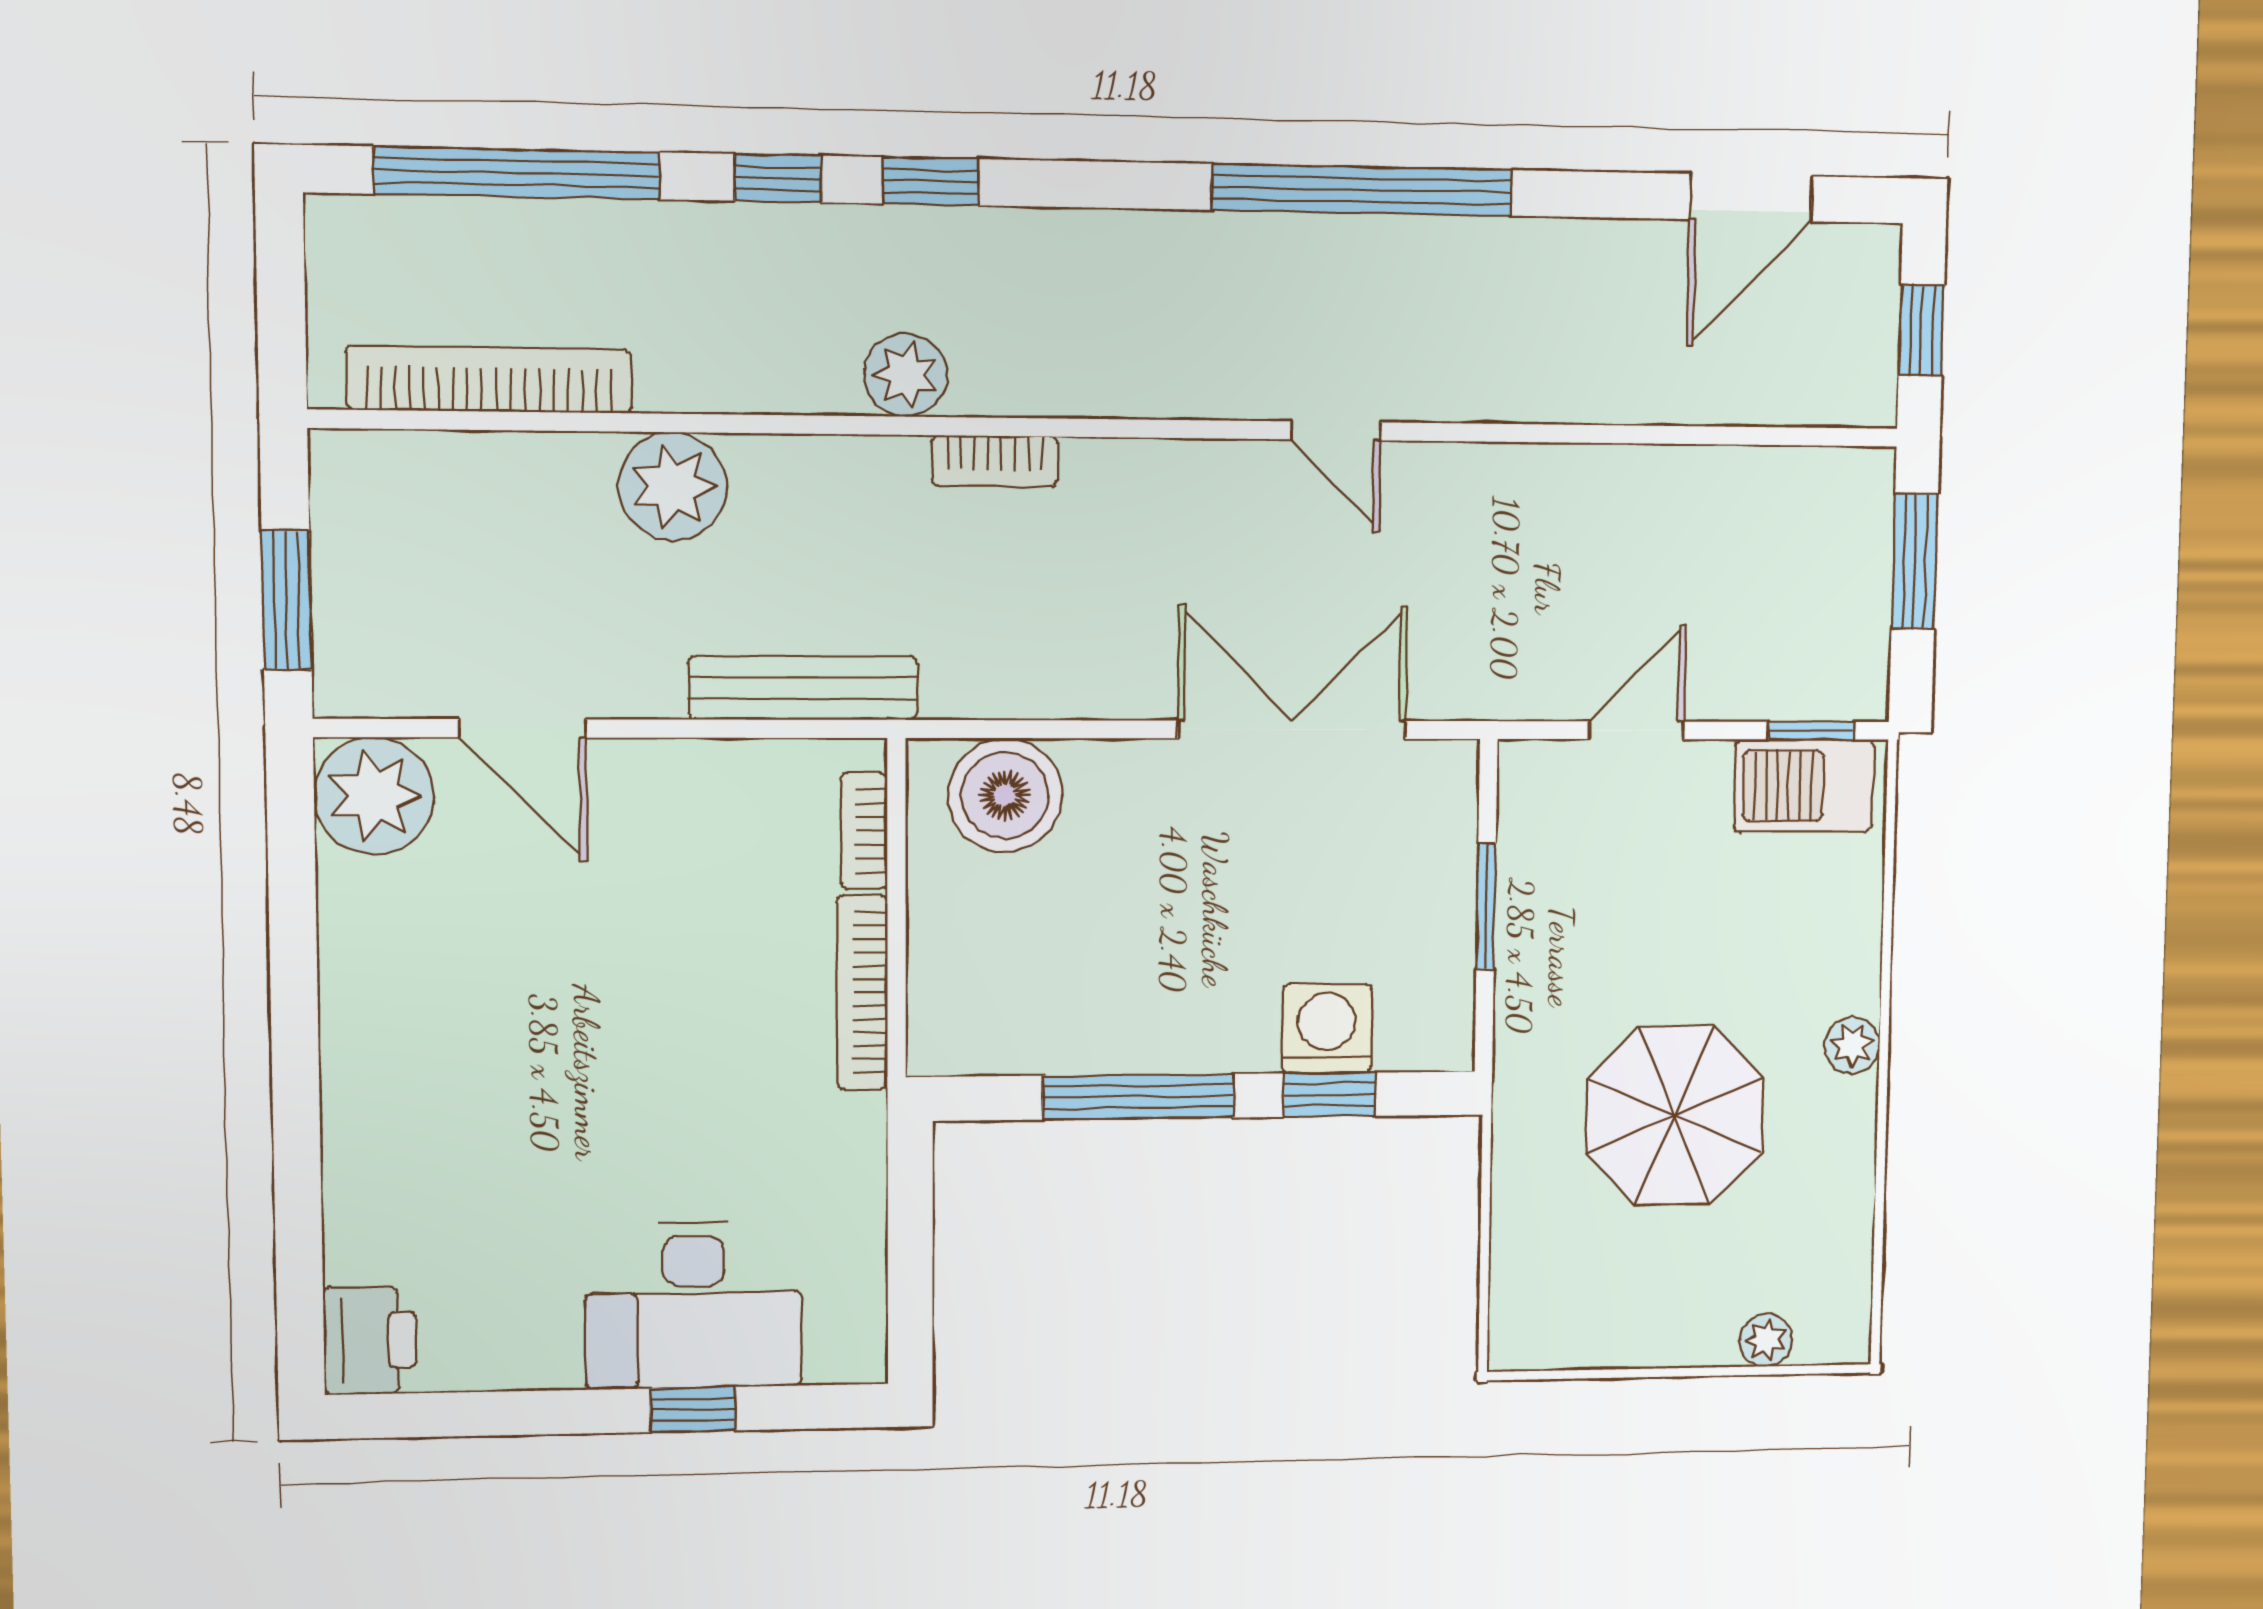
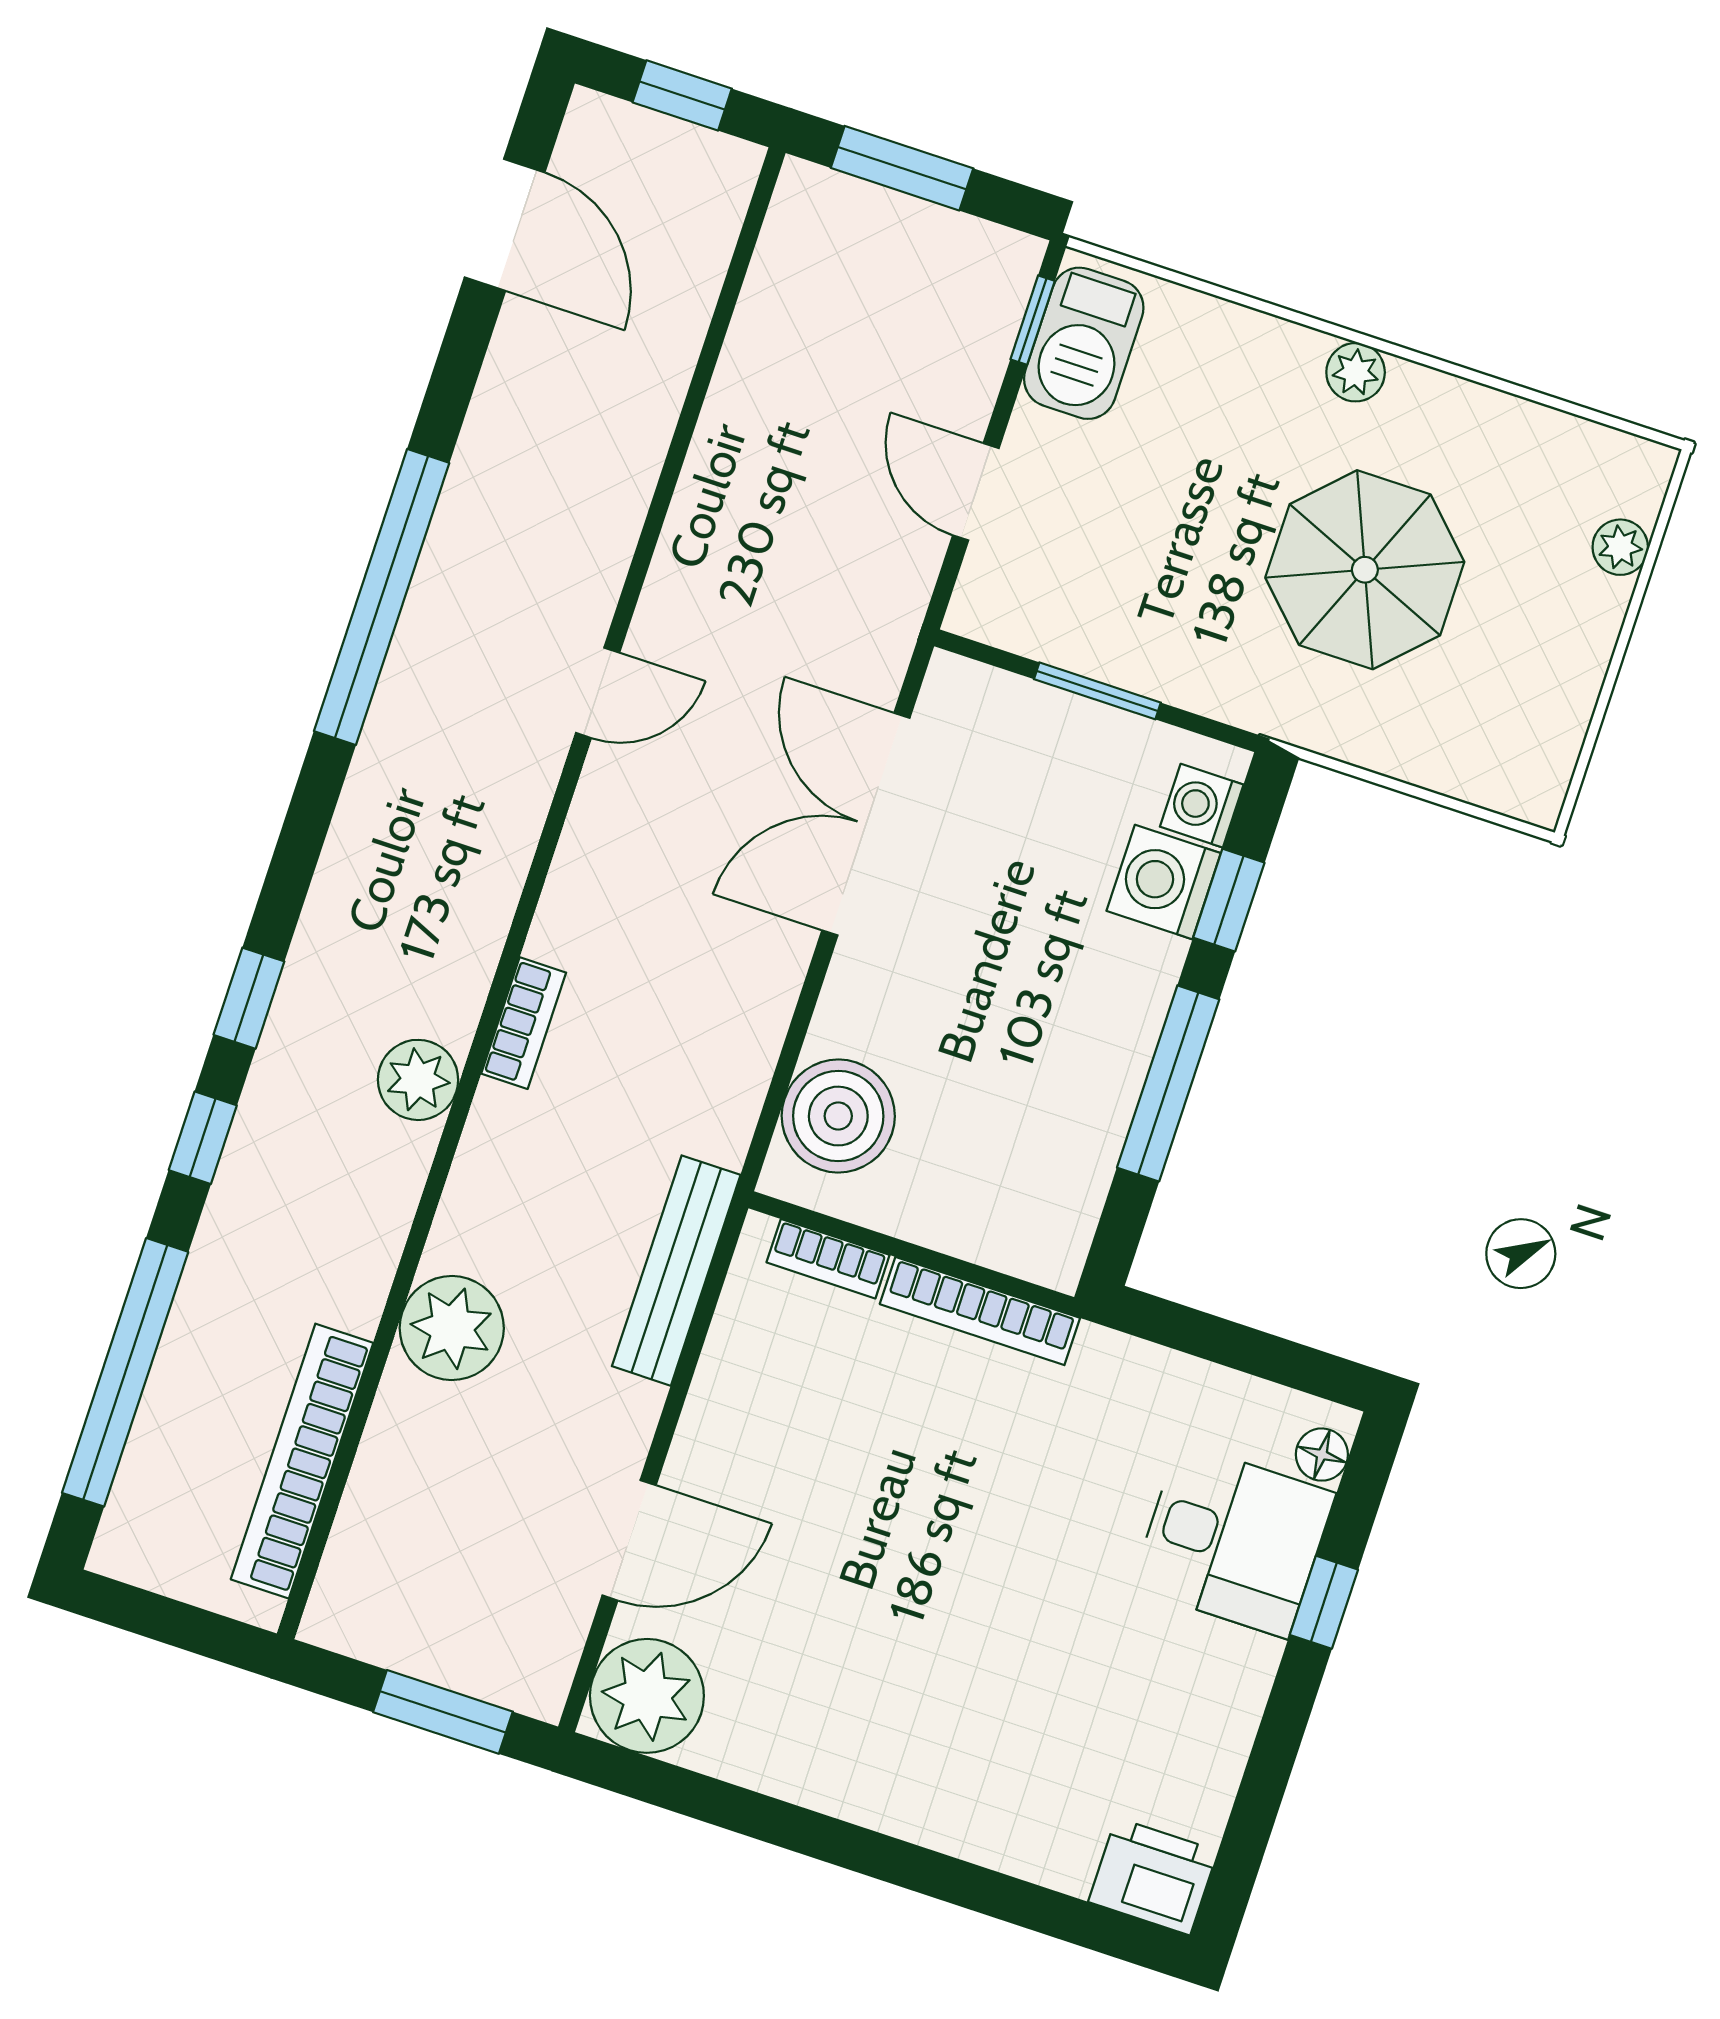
washing machine: (1410, 1040) -> (1202, 806), added
desk: (694, 1305) -> (1233, 1540), width x0.73
floor lamp: (834, 1359) -> (1322, 1455), added

